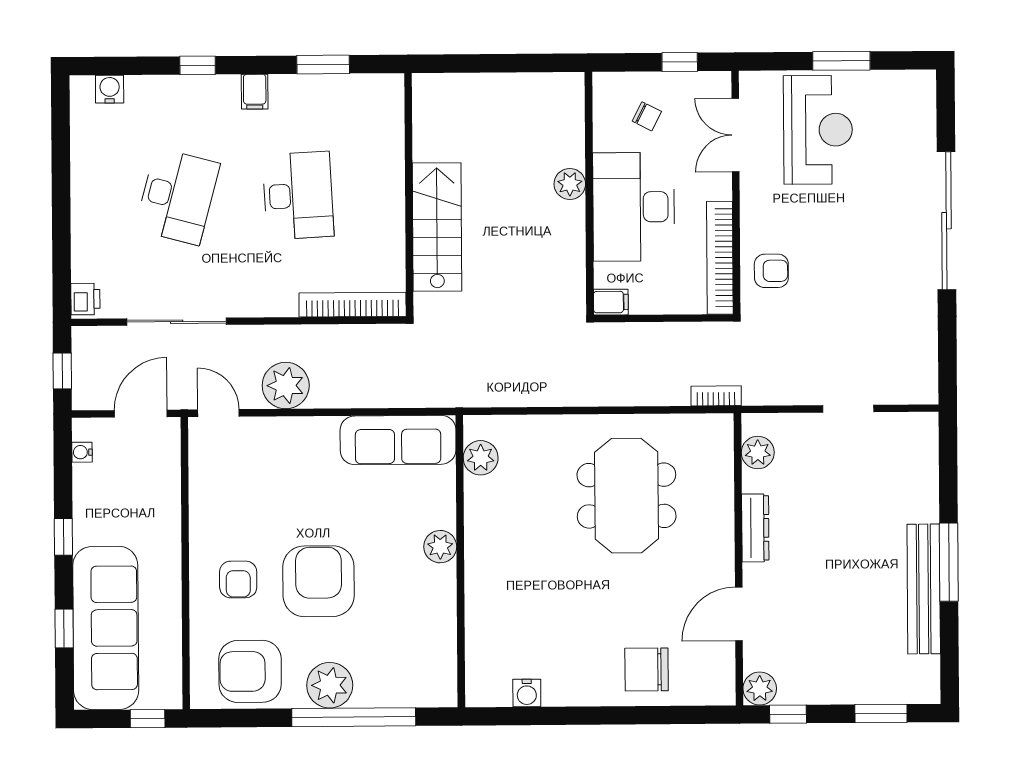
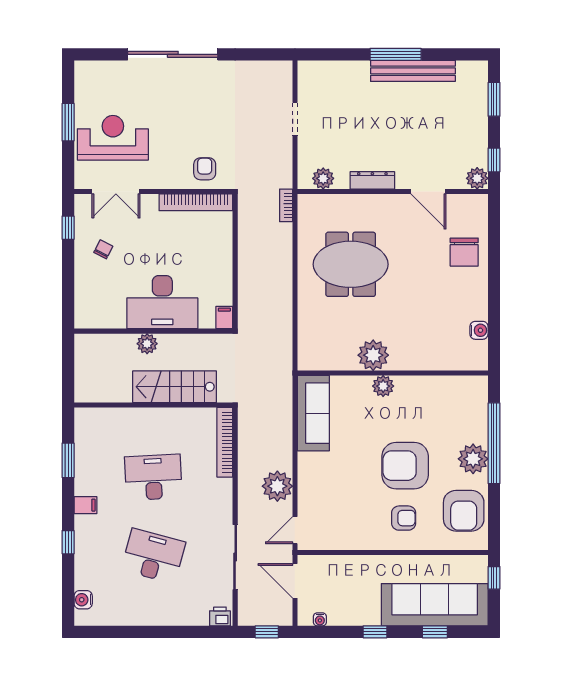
plant: (570, 184) -> (147, 344), moved
wall: (589, 193) -> (153, 331), moved
desk: (634, 207) -> (162, 302), moved
filing cabinet: (611, 302) -> (224, 318), moved
plant: (481, 458) -> (373, 355), moved, width x1.36, depth x1.36

